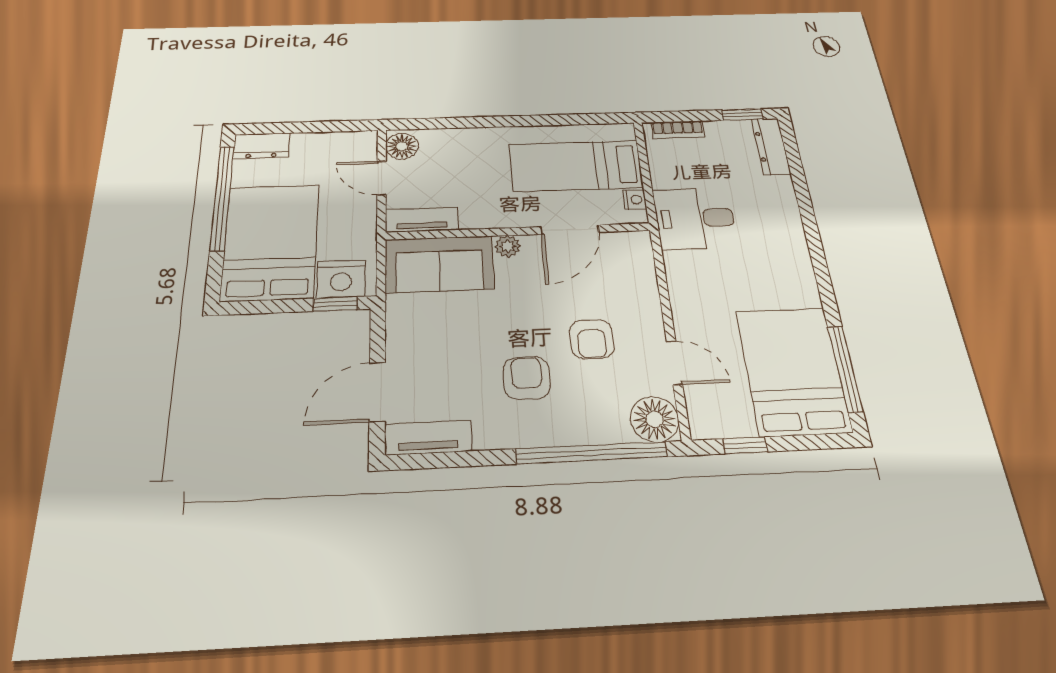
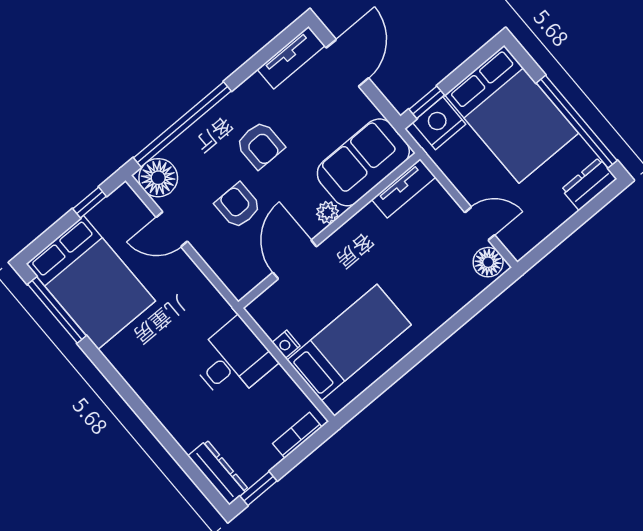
tv unit: (422, 220) -> (404, 188), moved
door: (570, 230) -> (295, 260), moved
wall: (519, 231) -> (329, 231), moved
plant: (508, 246) -> (328, 213), moved
sofa: (439, 264) -> (363, 162), moved

